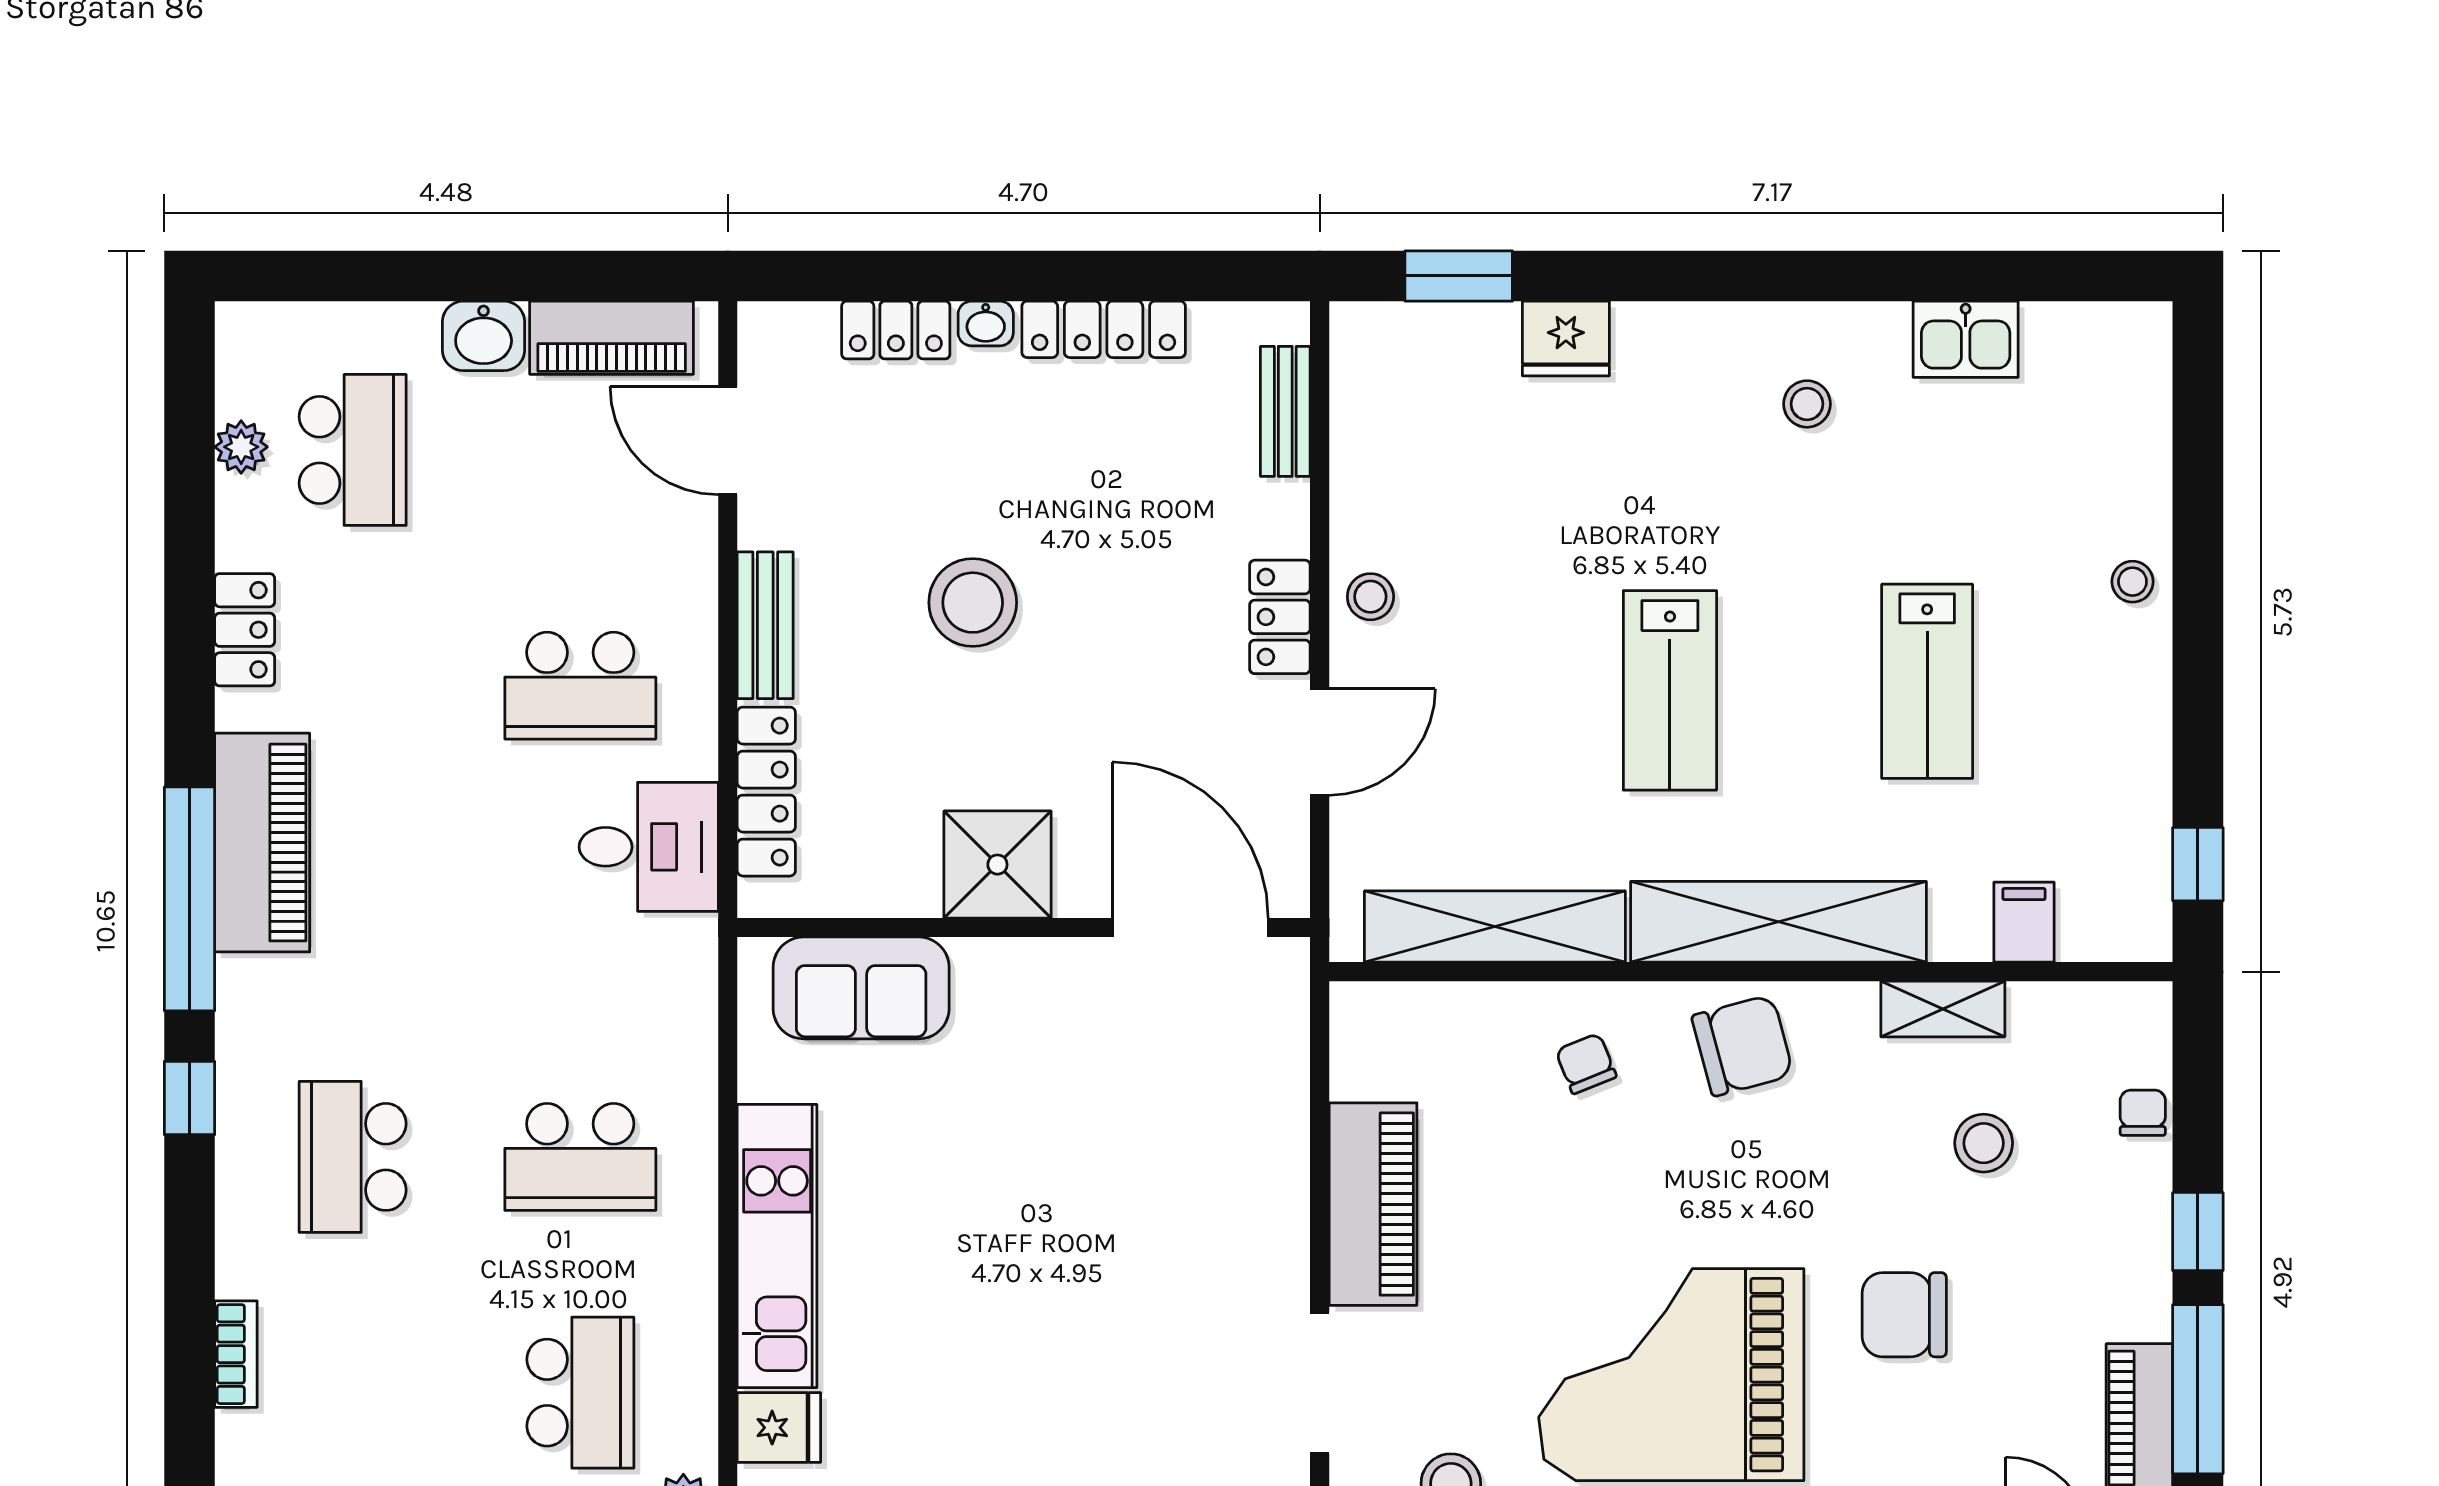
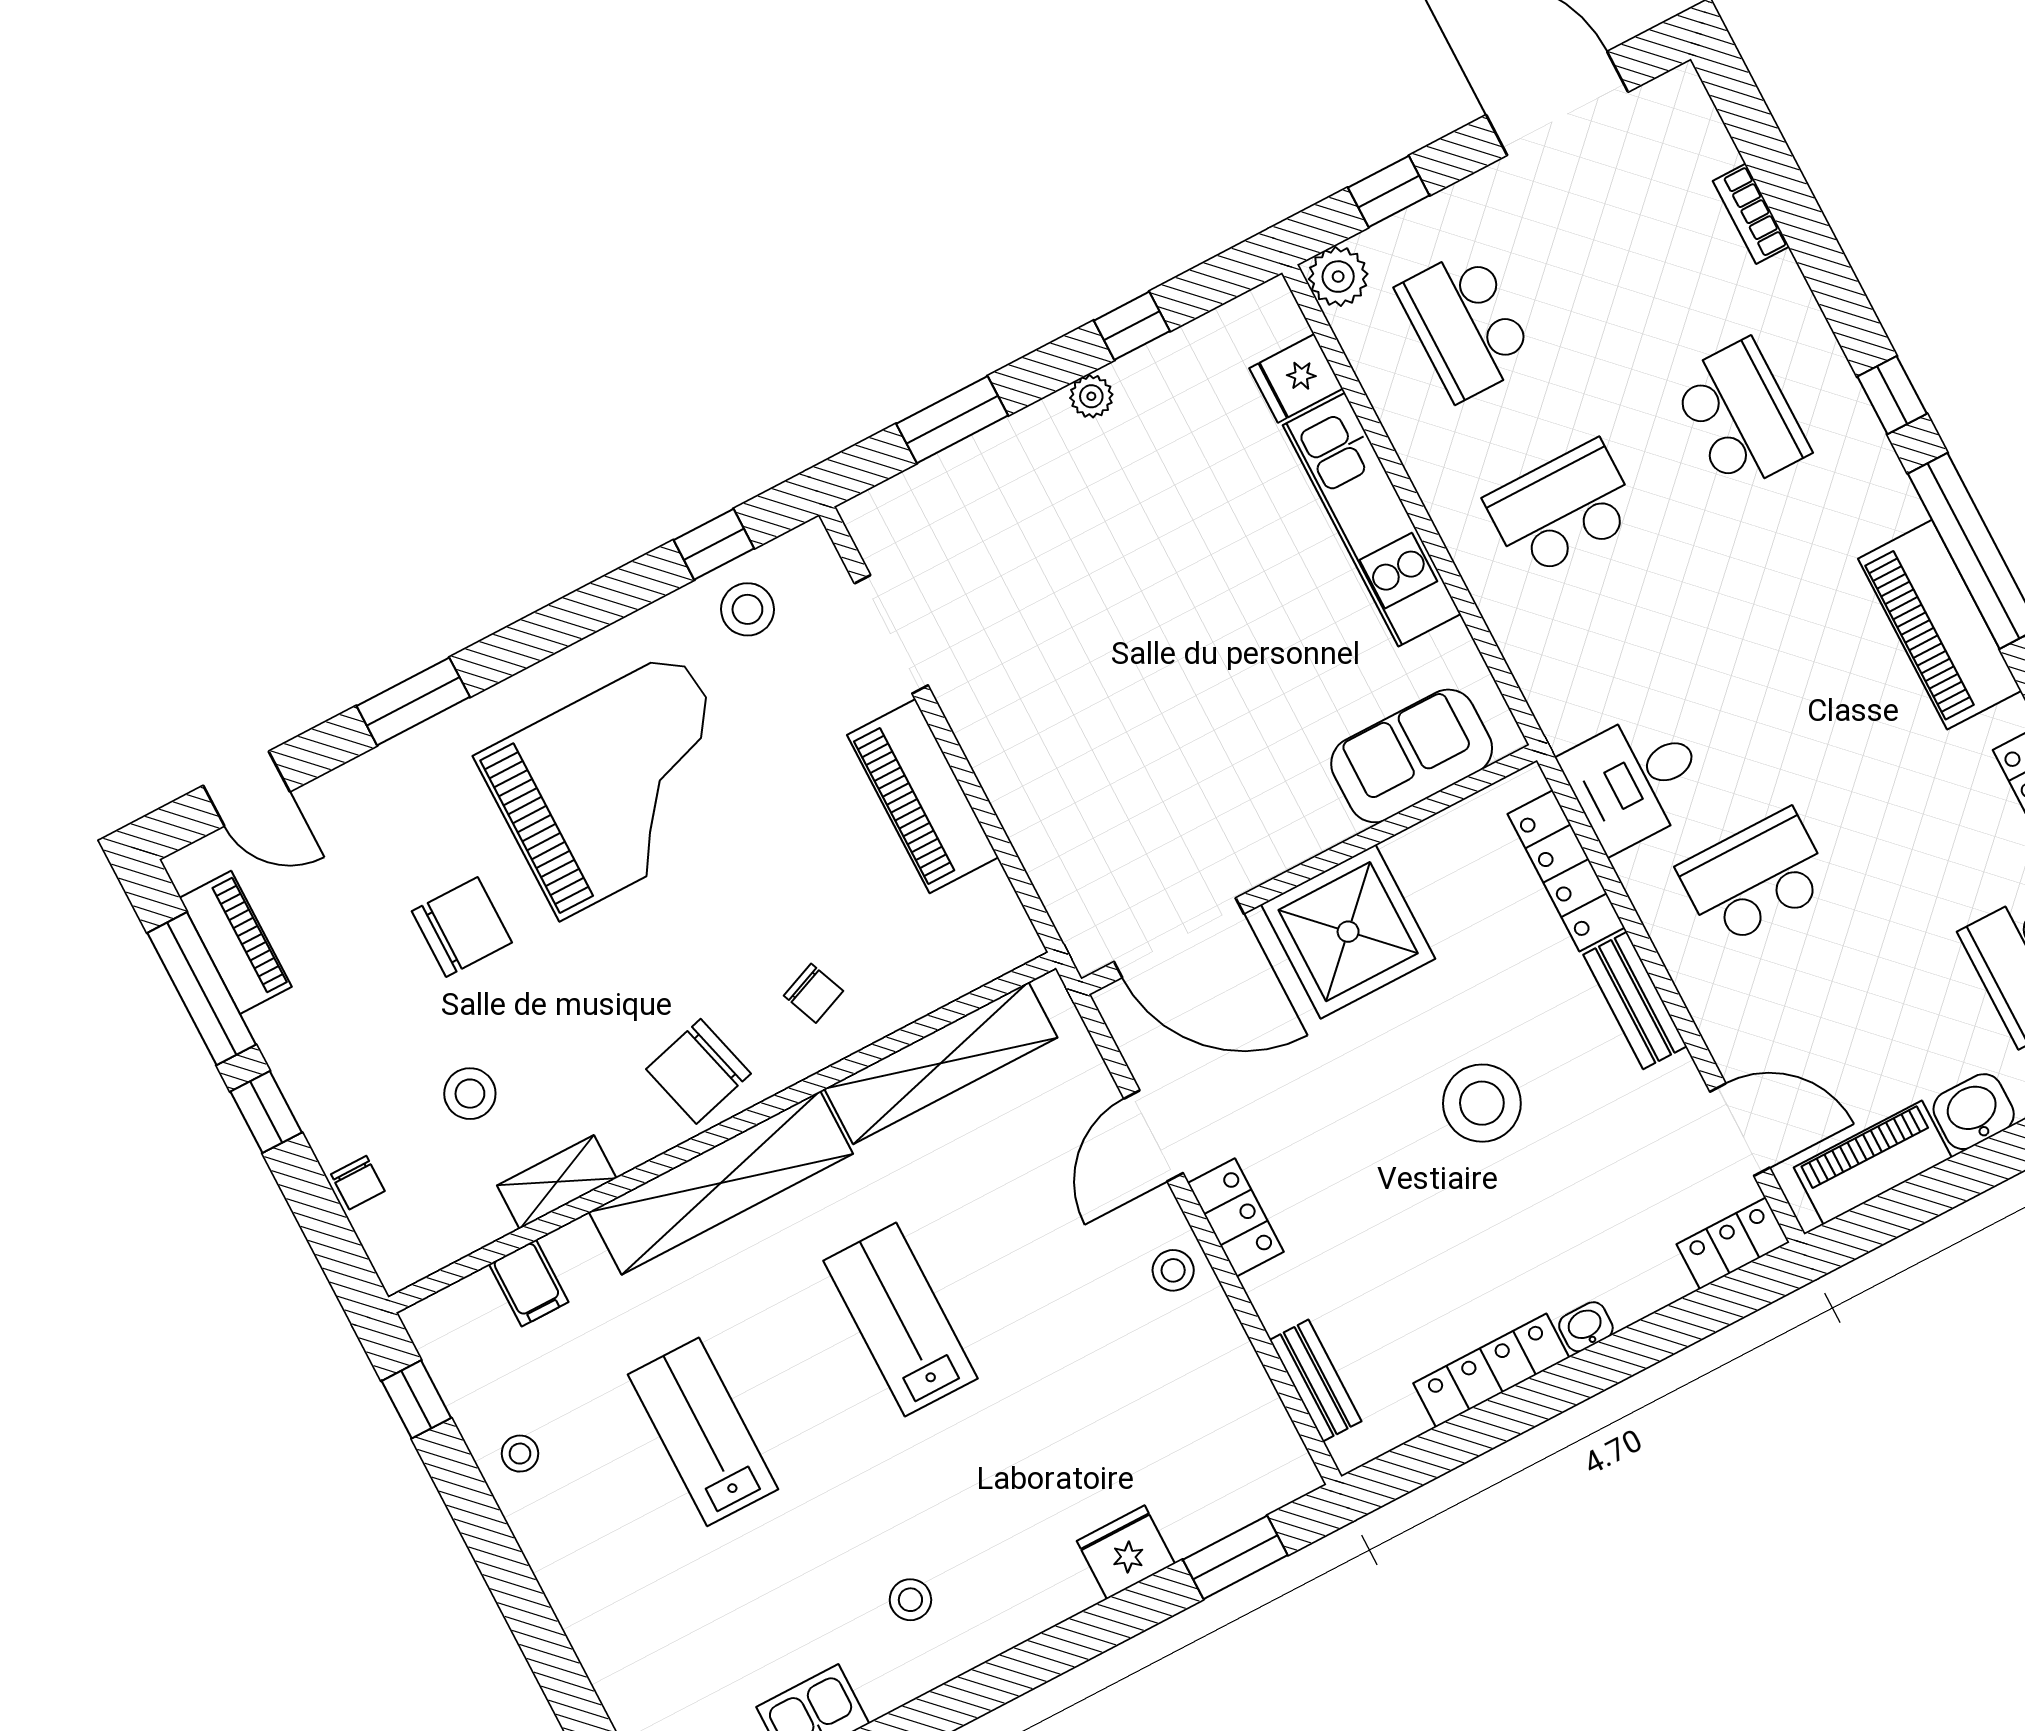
locker: (896, 330) -> (1733, 1243), moved
stool: (2132, 582) -> (520, 1454), moved
shower: (997, 865) -> (1348, 932), width x1.37, depth x1.37

